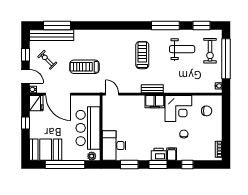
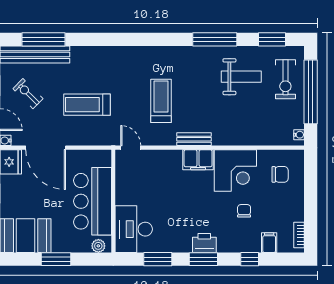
treadmill: (142, 55) -> (161, 101), moved
filing cabinet: (172, 154) -> (269, 243), moved
window: (65, 165) -> (56, 259), width x0.47

